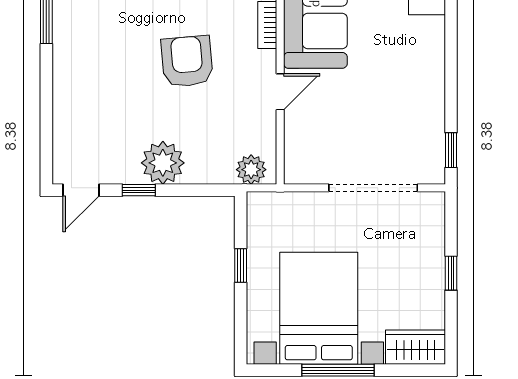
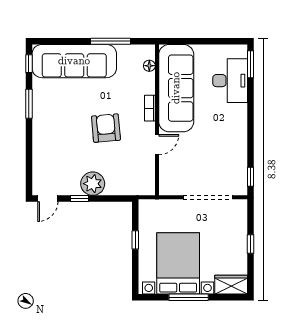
plant: (251, 170) -> (141, 187), removed

